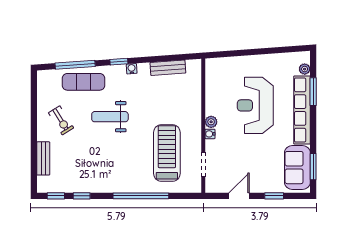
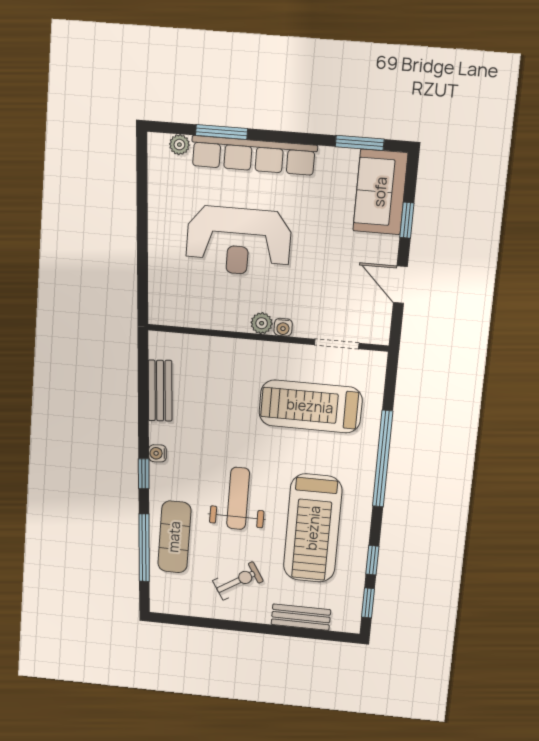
weight bench: (110, 117) -> (238, 498), turned 180
treadmill: (97, 160) -> (313, 528), added
sofa: (297, 168) -> (380, 192), moved, turned 90

